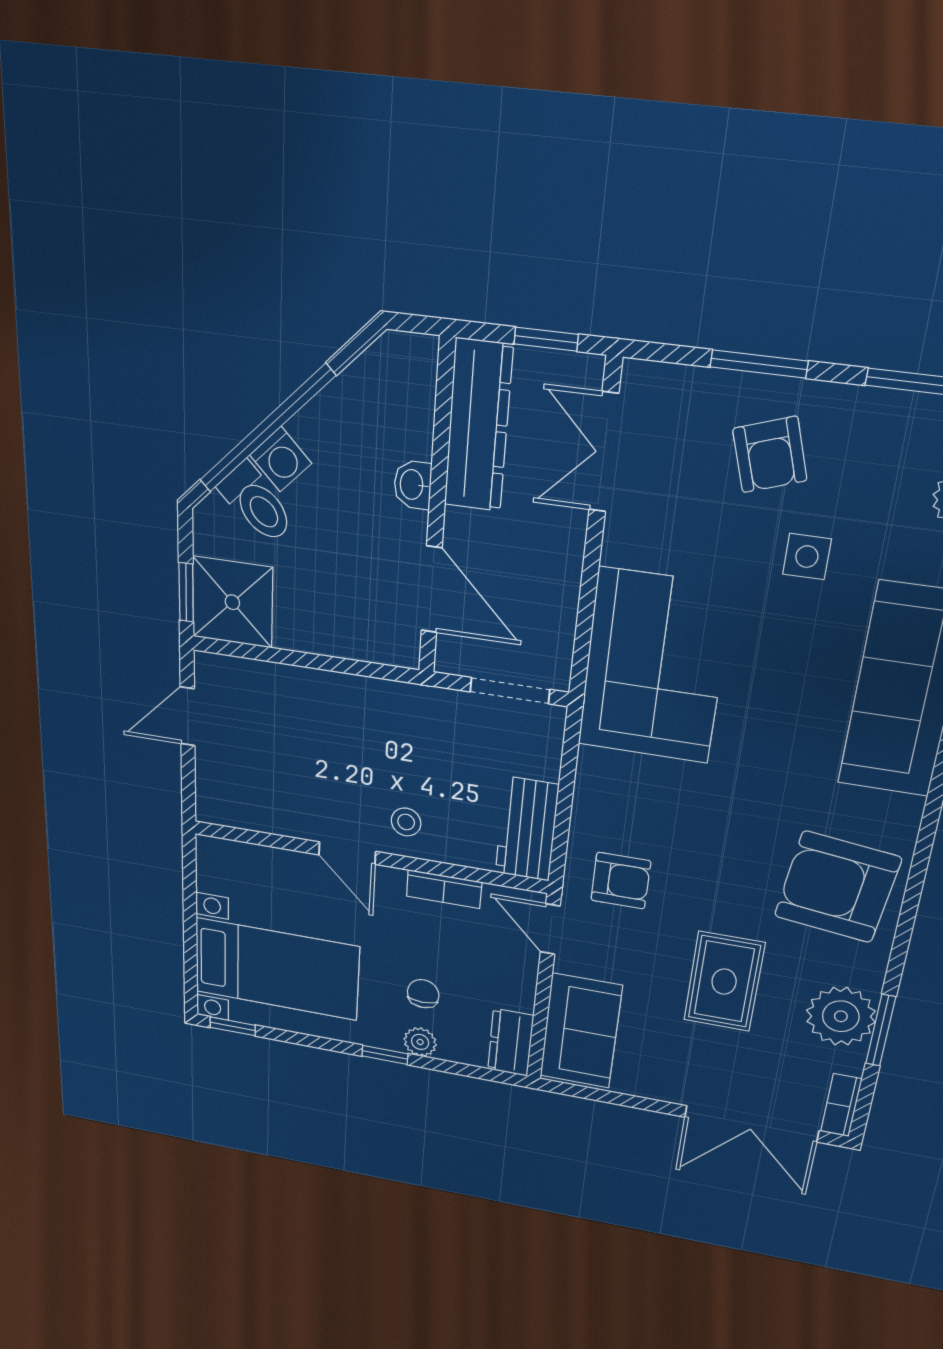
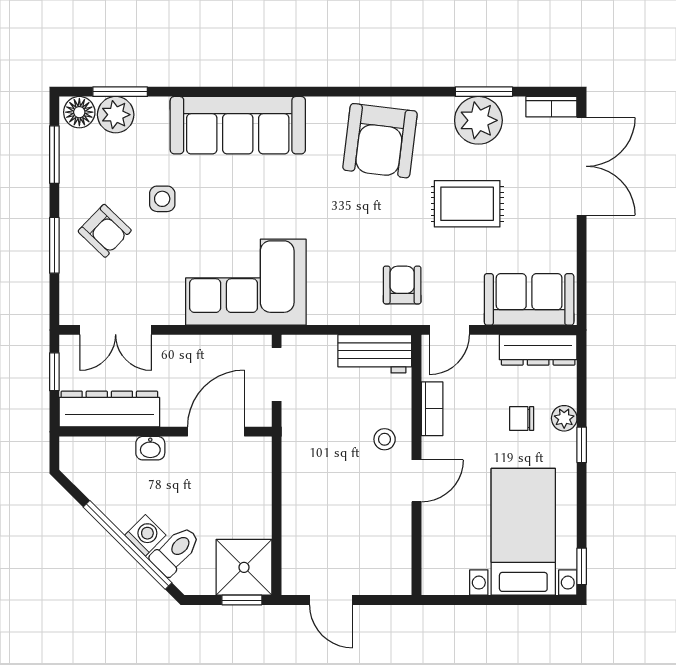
armchair: (770, 455) -> (105, 231), turned 62
dresser: (511, 1043) -> (538, 350), width x1.44

